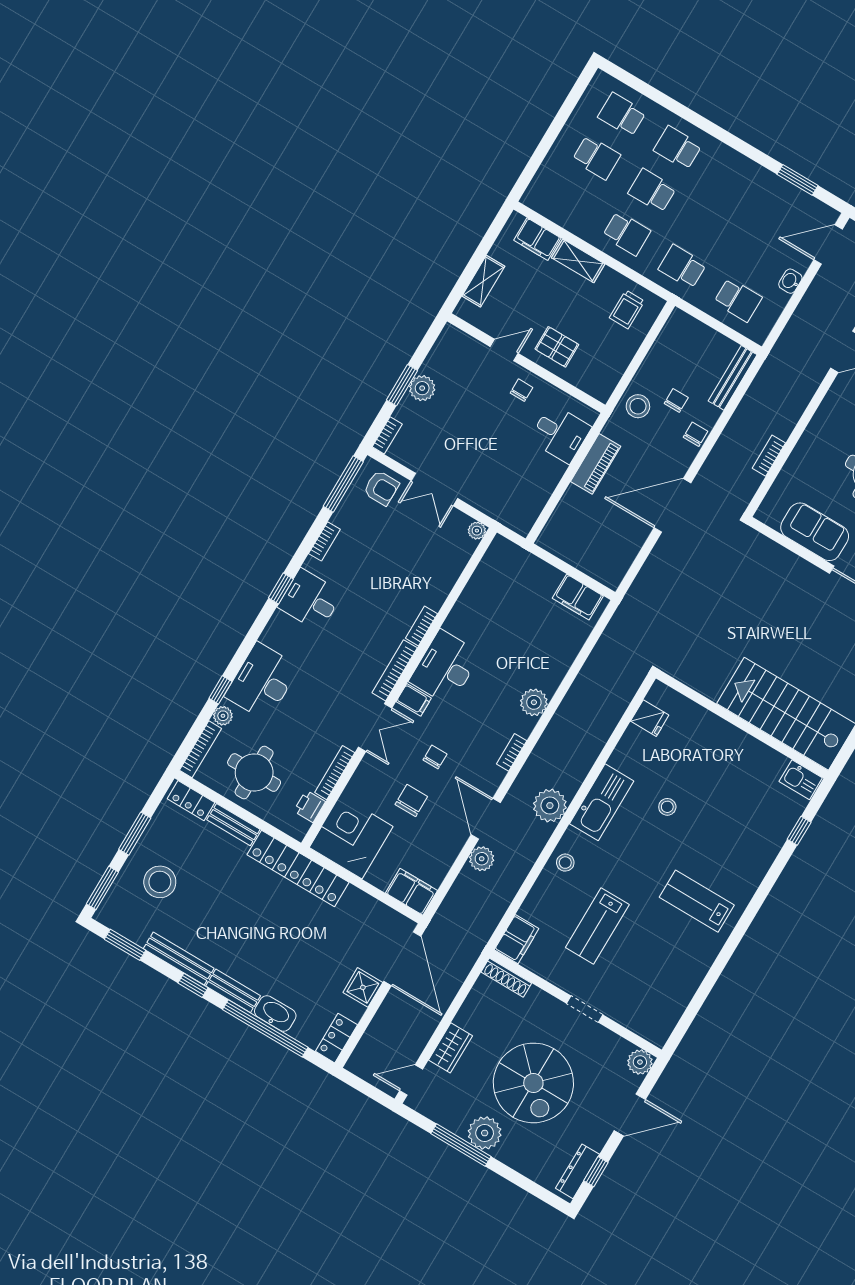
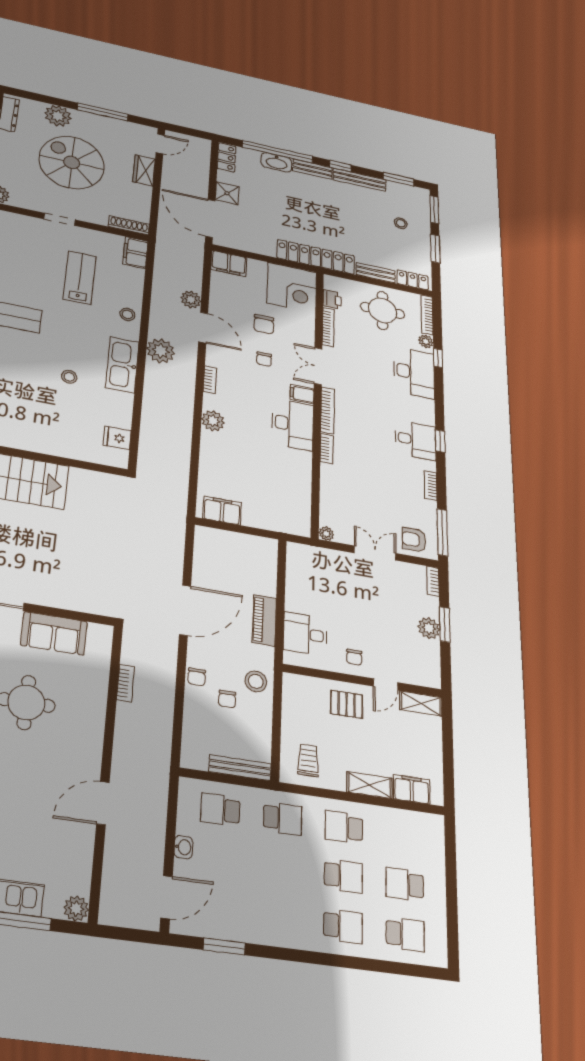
shelving: (483, 281) -> (421, 704), moved, turned 90
bench: (733, 378) -> (240, 768), moved, turned 90
stool: (160, 882) -> (401, 223), width x0.53, depth x0.53
plant: (485, 1133) -> (58, 116), moved

